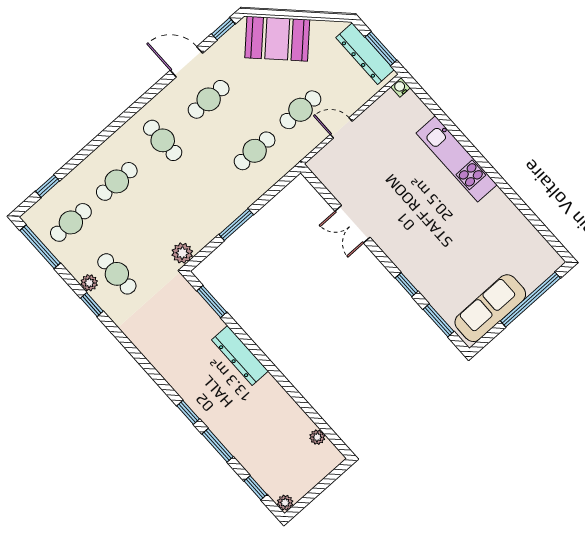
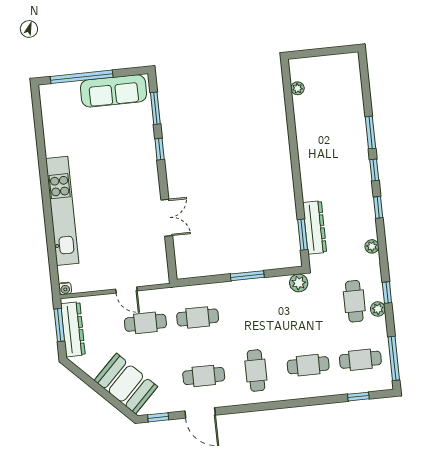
kitchen unit: (457, 159) -> (62, 211), width x1.36
dresser: (240, 356) -> (315, 227), moved
window: (256, 488) -> (378, 207), moved
plant: (285, 503) -> (372, 246), moved

